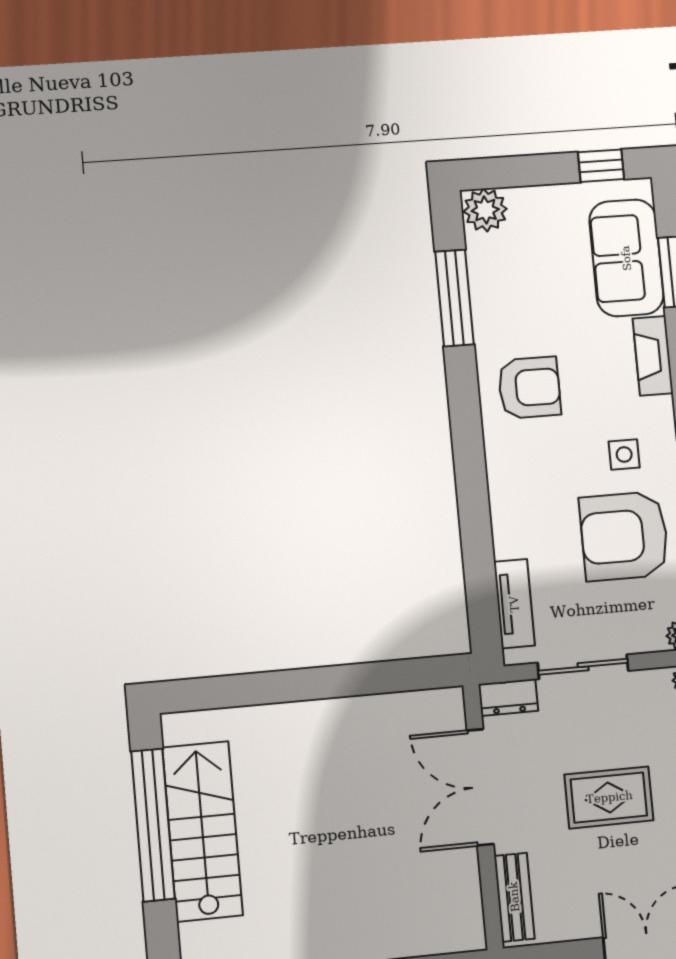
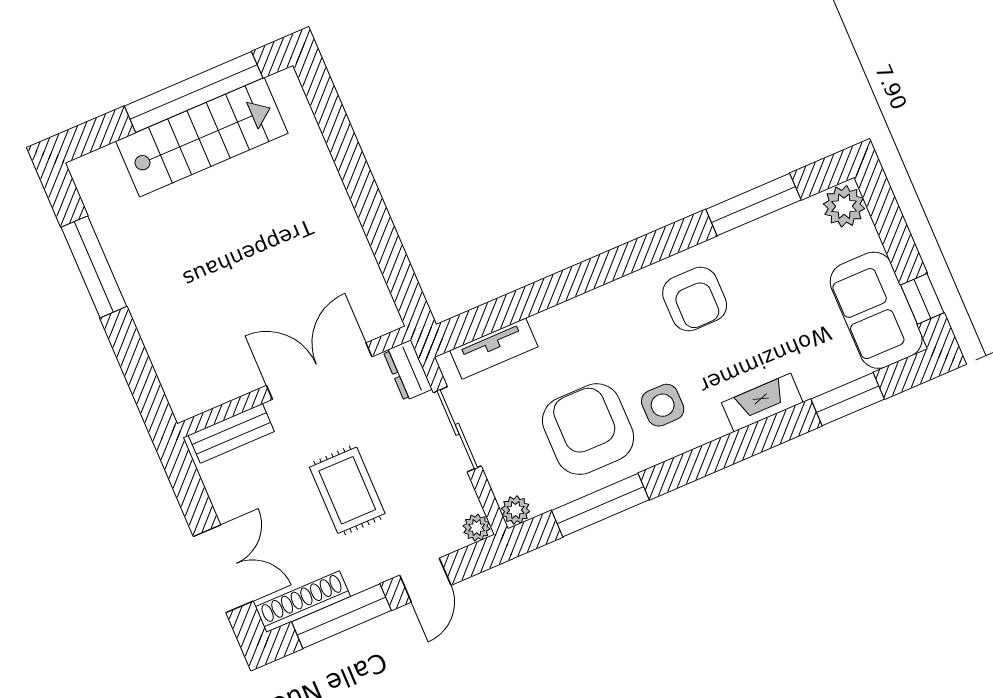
sofa: (626, 258) -> (876, 310), moved, turned -90
side table: (624, 455) -> (663, 405), width x1.37, depth x1.37

